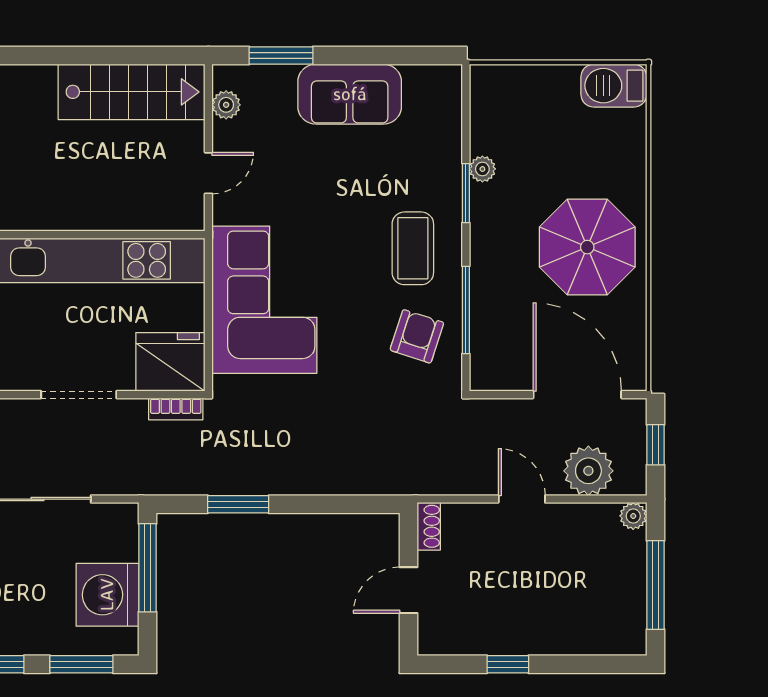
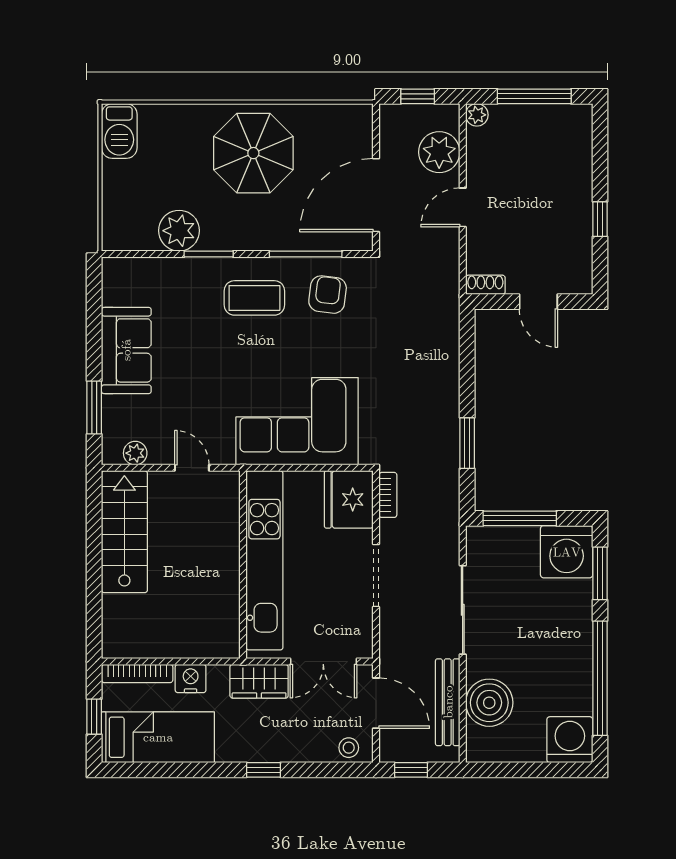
plant: (482, 169) -> (179, 231), width x1.87, depth x1.87
armchair: (417, 336) -> (328, 295), turned 79
door: (577, 395) -> (376, 195), moved
washing machine: (107, 595) -> (567, 552), moved

